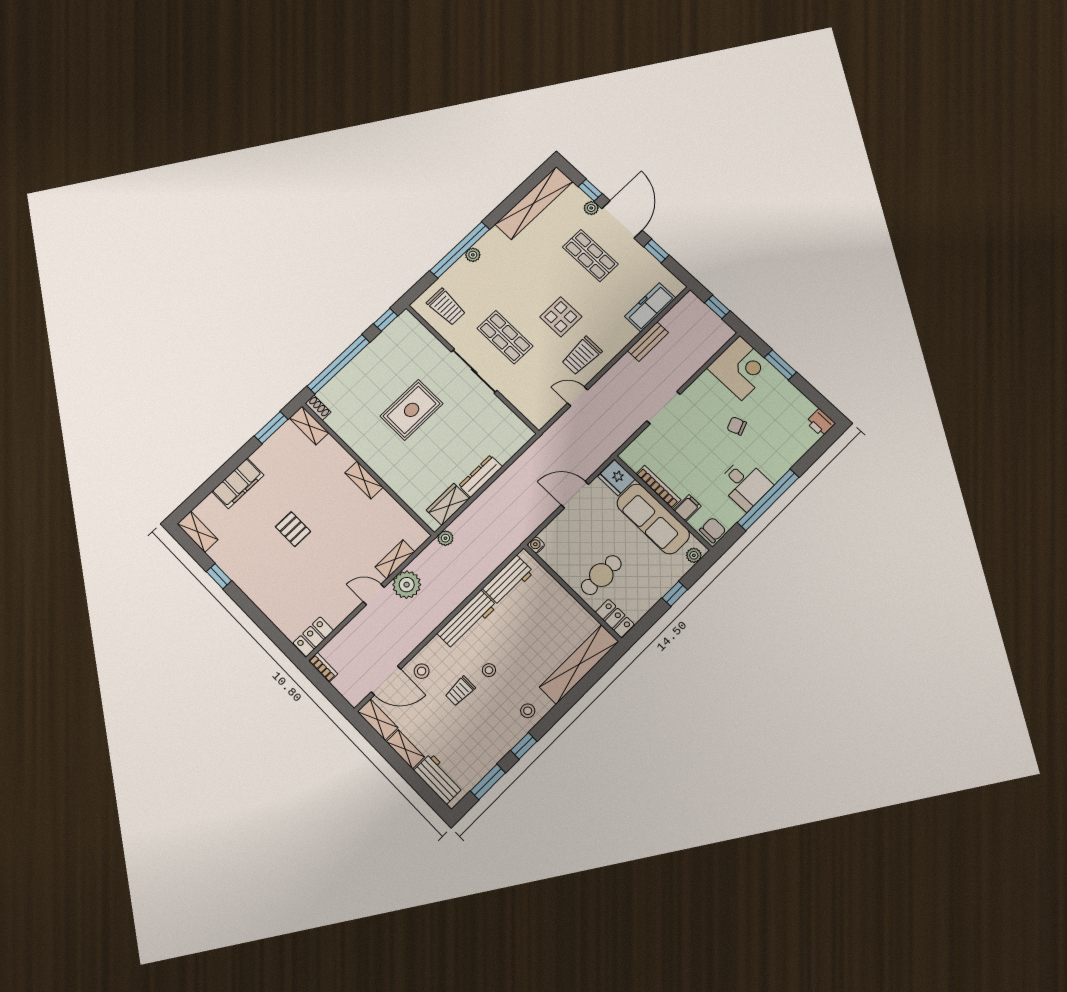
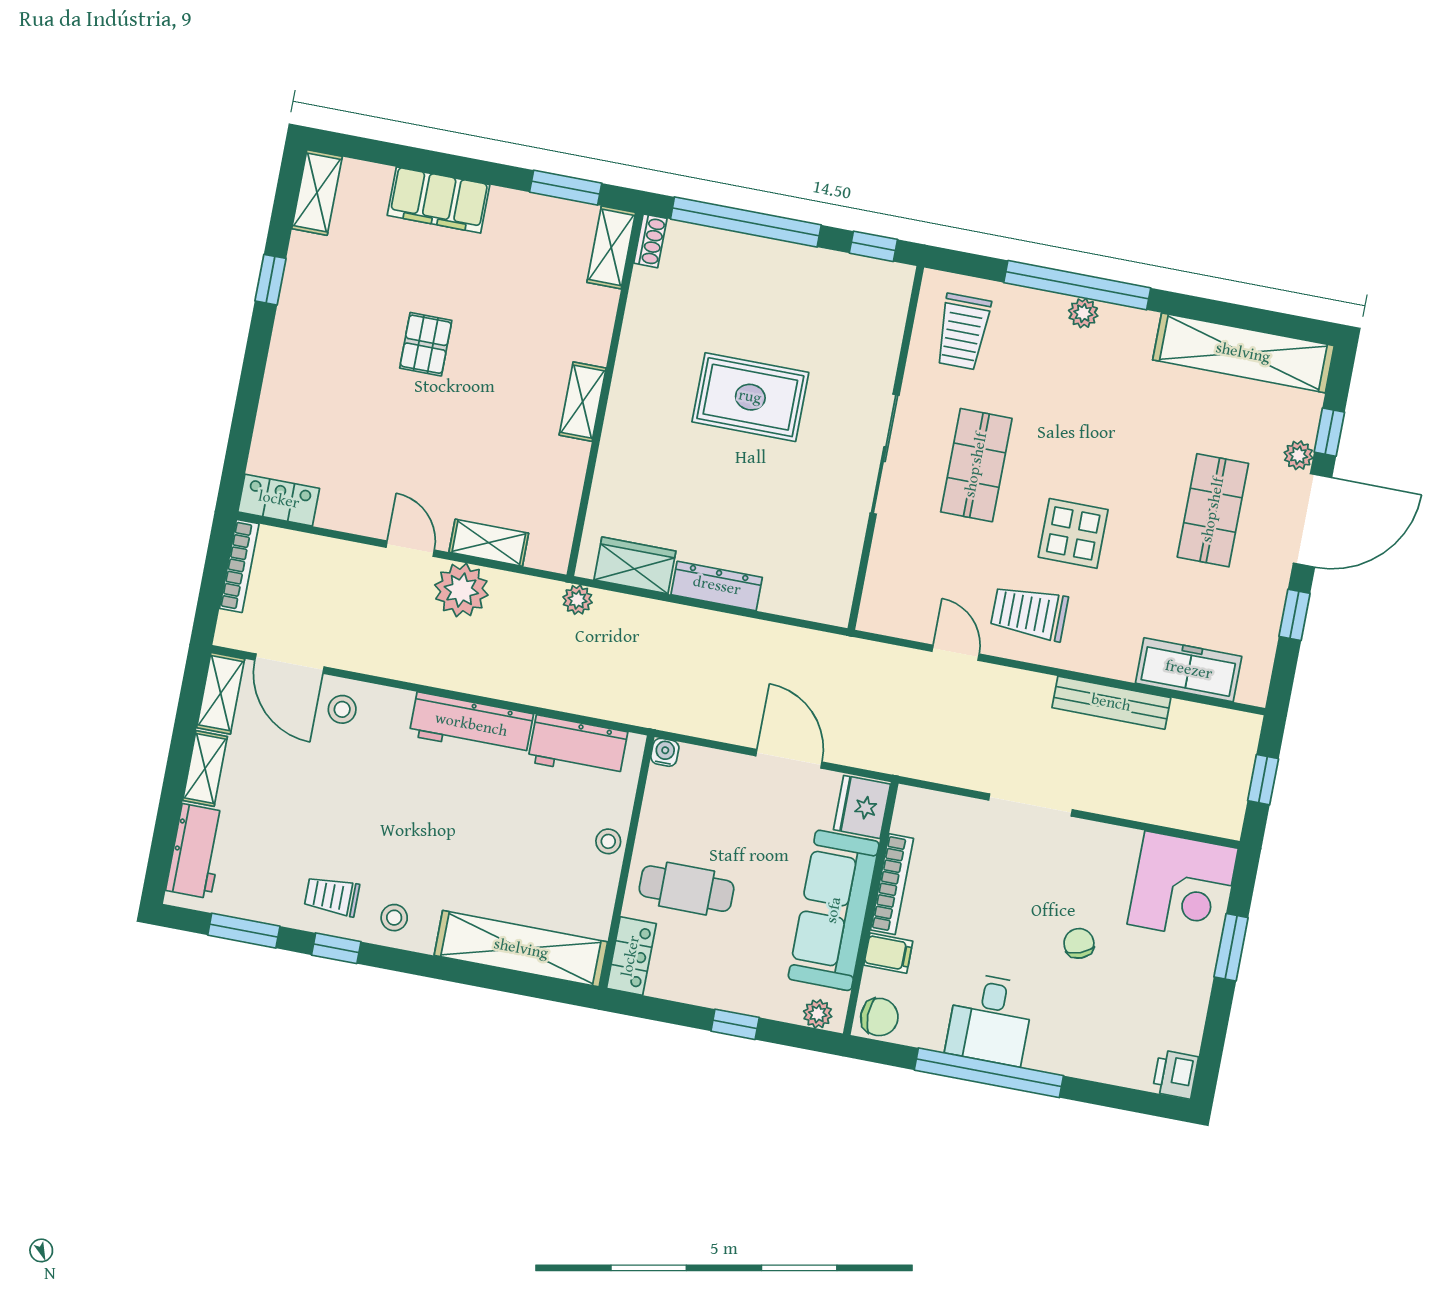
bench: (648, 342) -> (1111, 703), width x1.36
bookcase: (323, 667) -> (239, 566), width x1.56
stool: (489, 670) -> (608, 841), moved
trolley: (460, 691) -> (332, 896), moved

